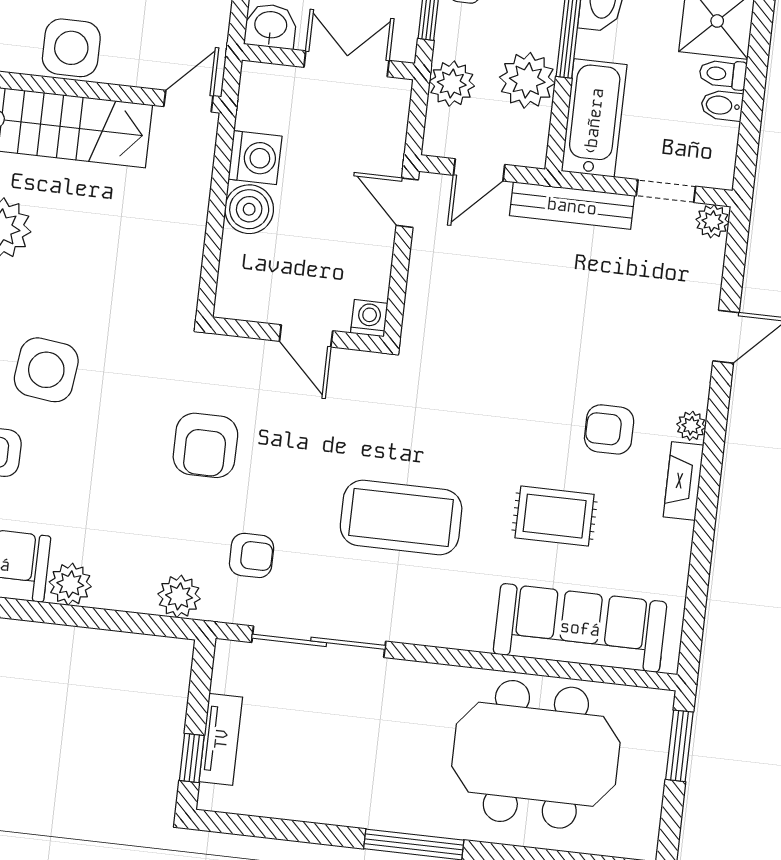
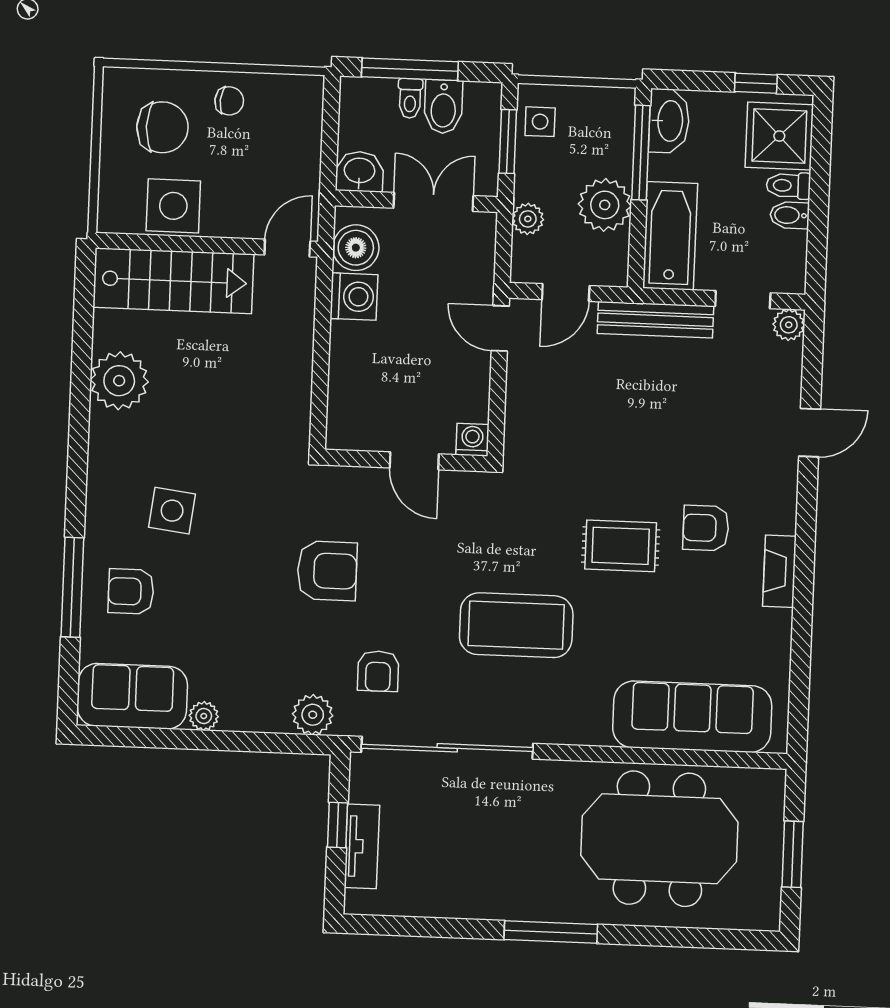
plant: (452, 84) -> (528, 219), width x0.73, depth x0.73
boiler: (249, 209) -> (356, 248), moved
side table: (46, 370) -> (172, 511), width x0.73, depth x0.73
plant: (691, 426) -> (783, 519), removed
armchair: (205, 445) -> (327, 571), turned -90
rug: (555, 516) -> (621, 546), moved
armchair: (252, 555) -> (378, 671), turned 90
plant: (70, 584) -> (204, 716), width x0.73, depth x0.73
sliding door: (319, 642) -> (447, 748), width x1.36
window: (679, 746) -> (793, 854), moved
window: (192, 758) -> (337, 825), moved

